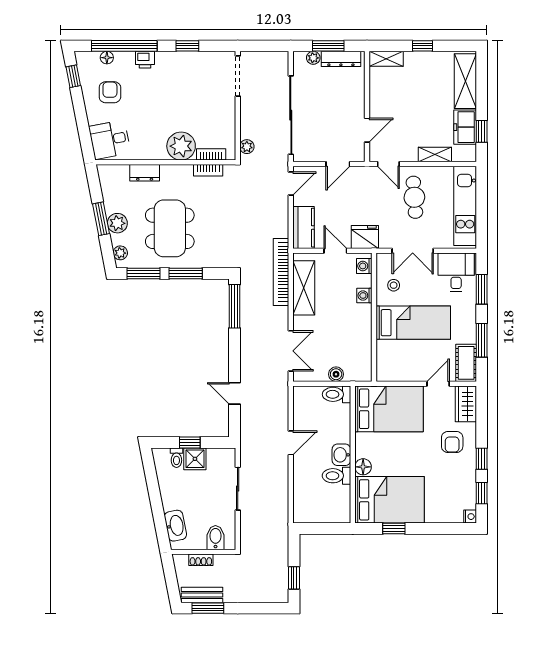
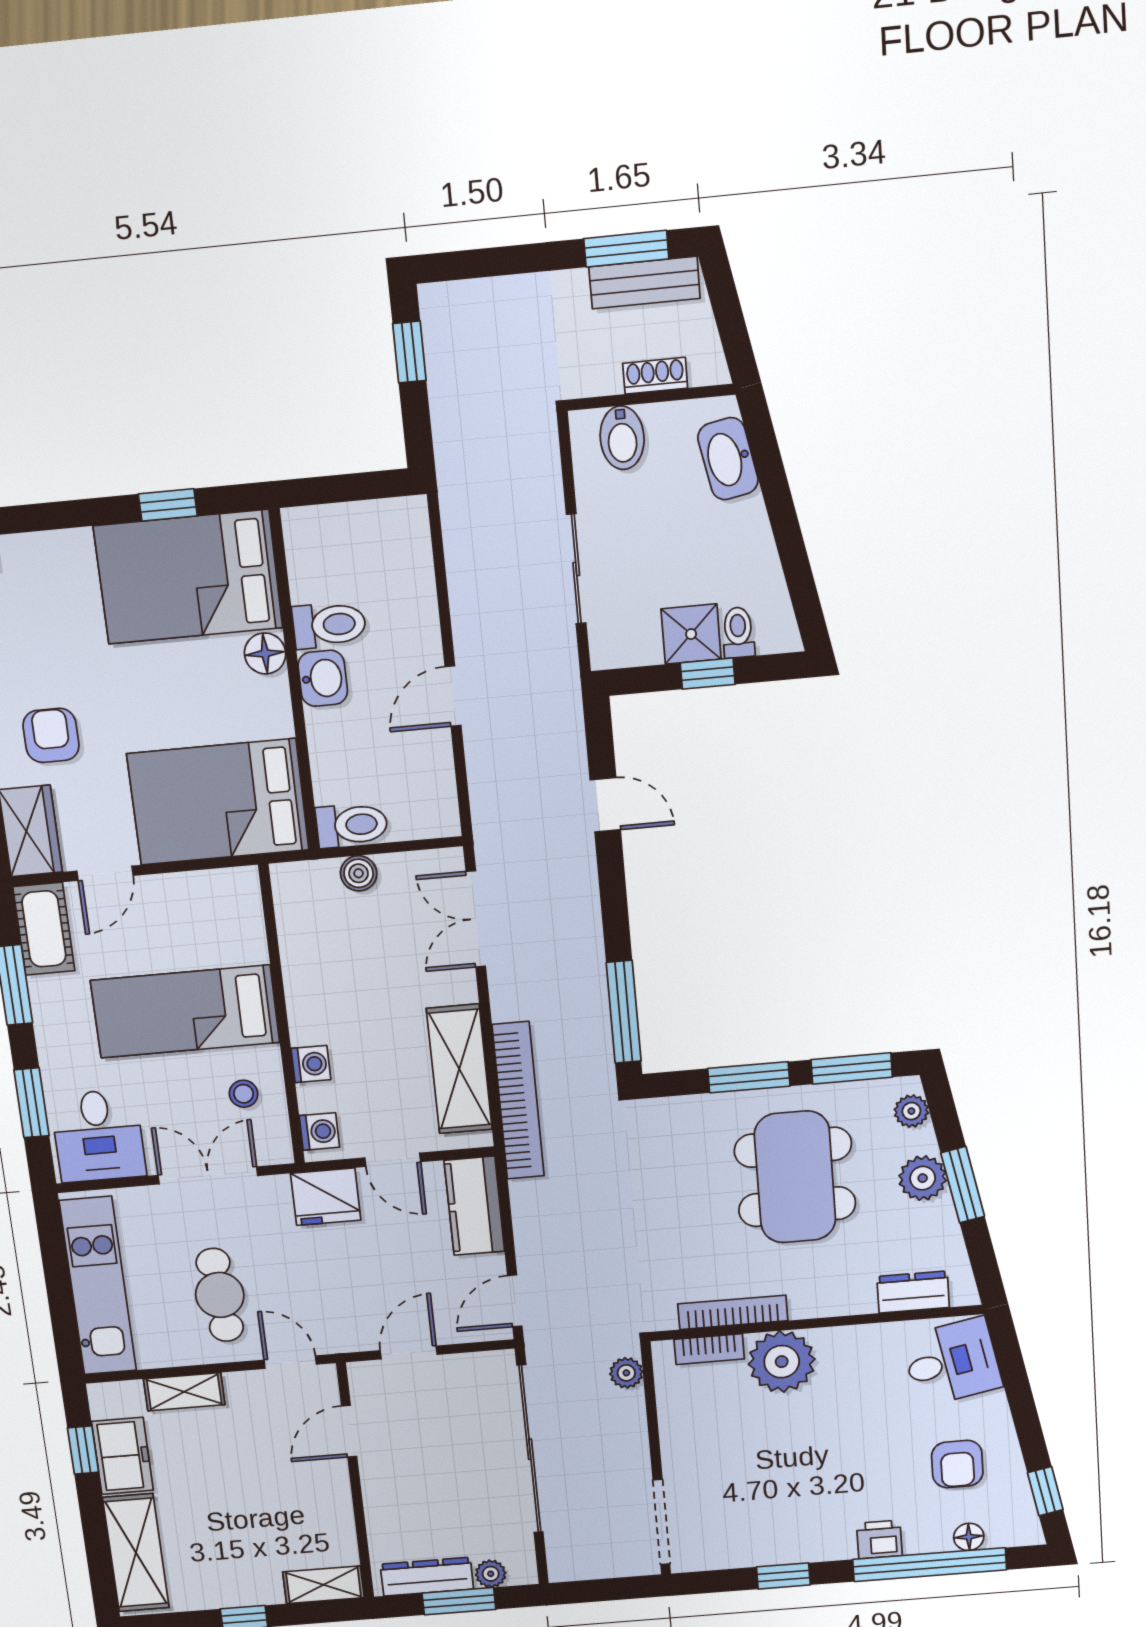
bookcase: (208, 170) -> (733, 1312), width x1.56
dresser: (145, 173) -> (913, 1292), moved

